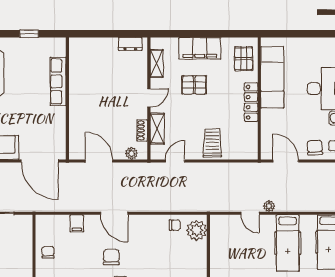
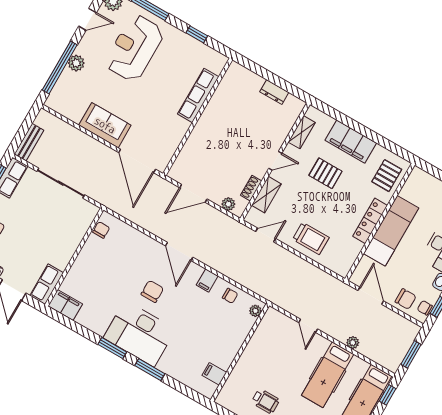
dresser: (130, 44) -> (274, 92), moved
exam couch: (272, 77) -> (391, 231), moved
trolley: (212, 143) -> (311, 238), turned 90
chair: (315, 148) -> (406, 299), turned 93
door: (99, 161) -> (193, 193), swing flipped
plant: (269, 206) -> (353, 343), moved
filing cabinet: (77, 223) -> (207, 280), moved
plant: (197, 230) -> (255, 311), width x0.53, depth x0.53
chair: (48, 252) -> (101, 230), moved

